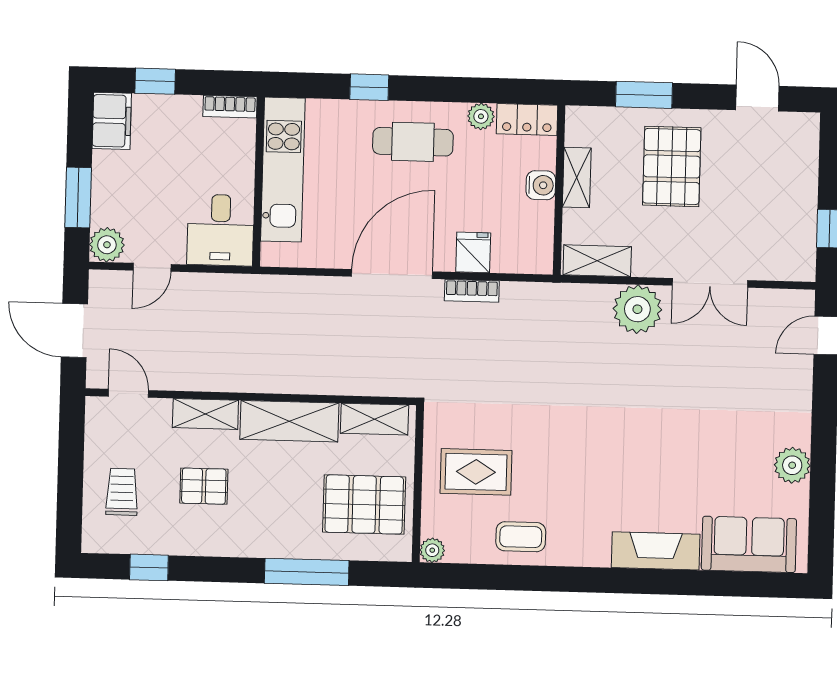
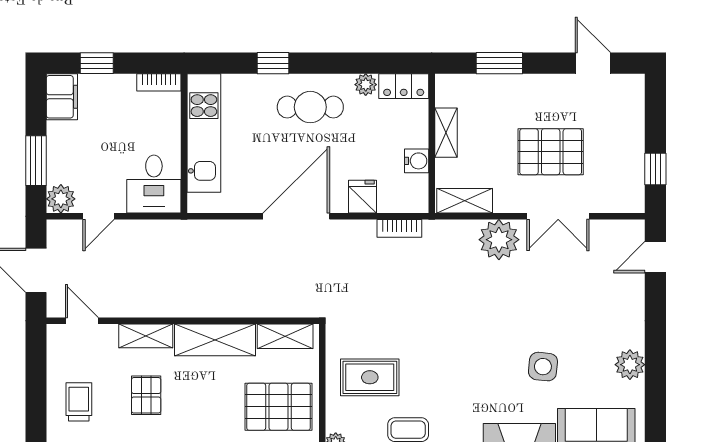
pallet: (672, 166) -> (551, 152), moved, turned 90
water cooler: (541, 185) -> (417, 161), moved
bookcase: (472, 291) -> (399, 228), moved
side table: (687, 465) -> (543, 367), added
pallet: (204, 486) -> (146, 395), turned 90

